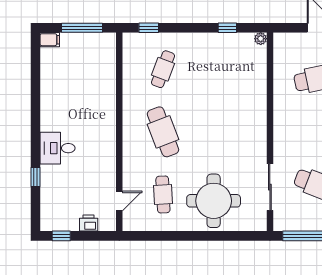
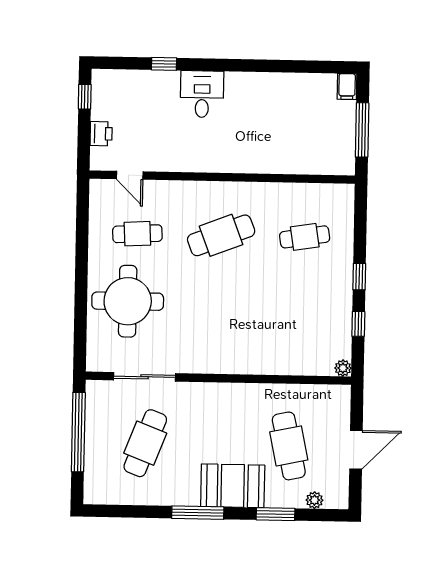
window: (149, 28) -> (359, 277), moved
cafe table: (163, 69) -> (305, 237), turned -30

